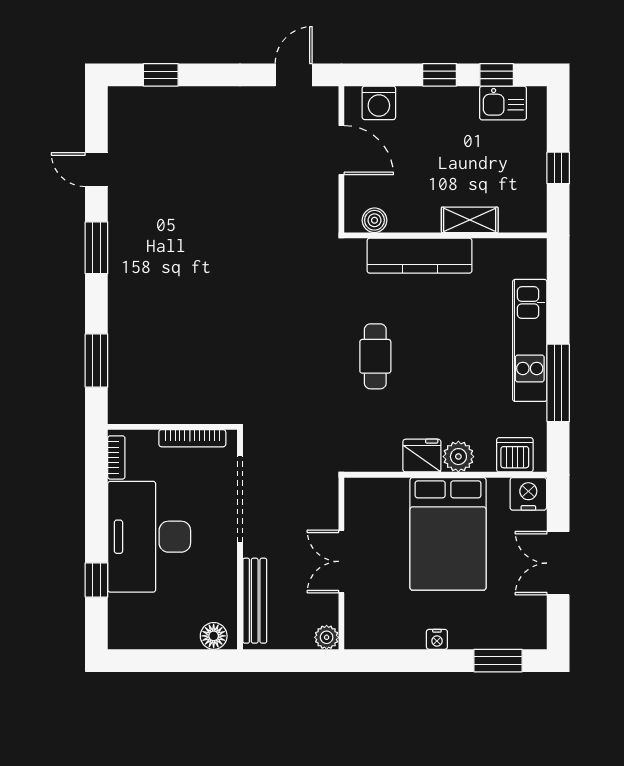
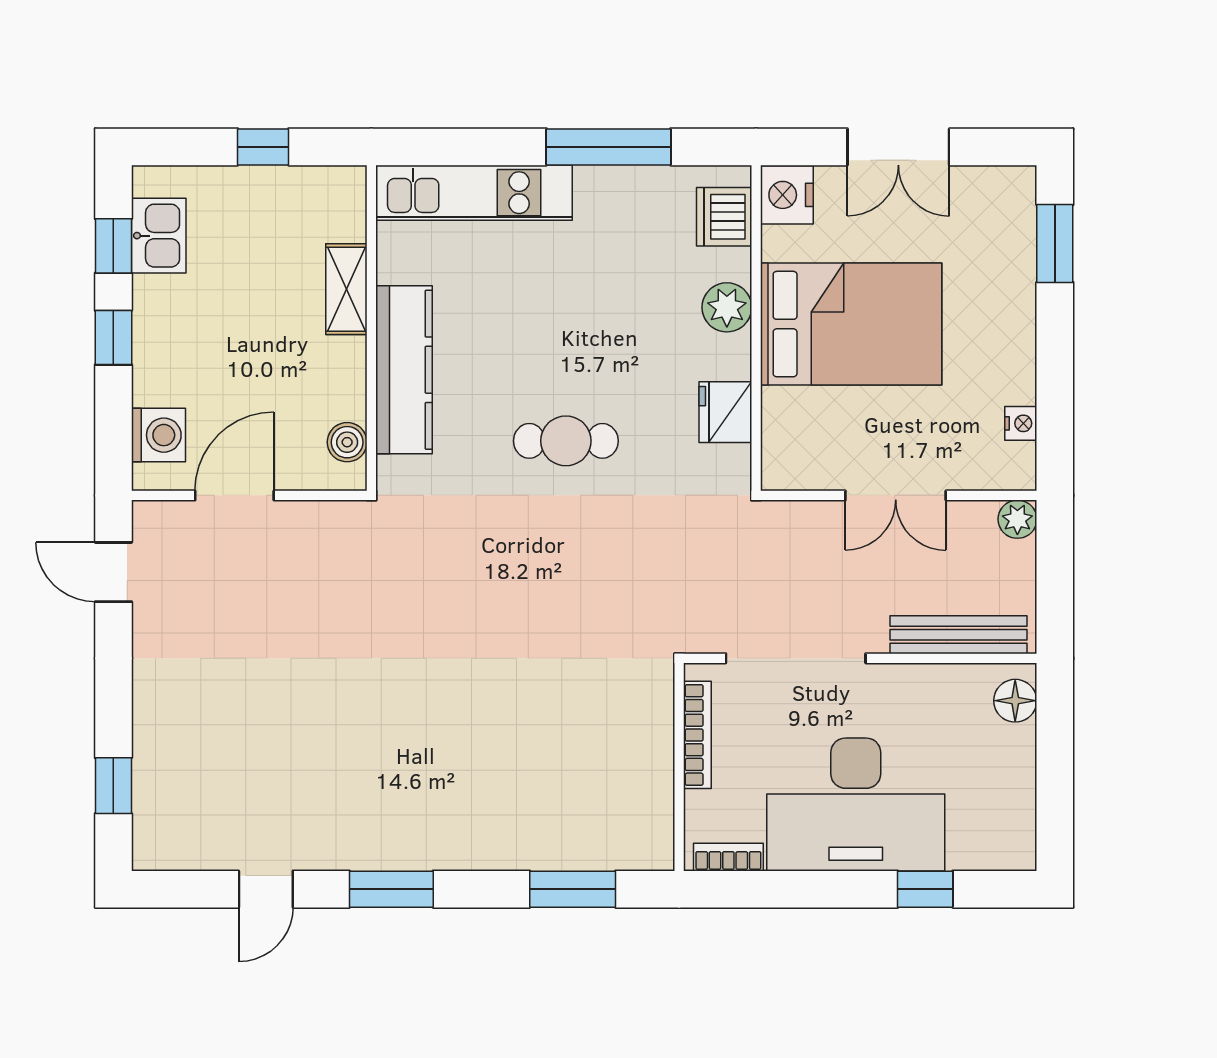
kitchen unit: (530, 340) -> (474, 193), moved
fridge: (422, 456) -> (725, 412), moved
nightstand: (437, 639) -> (1021, 423), moved

